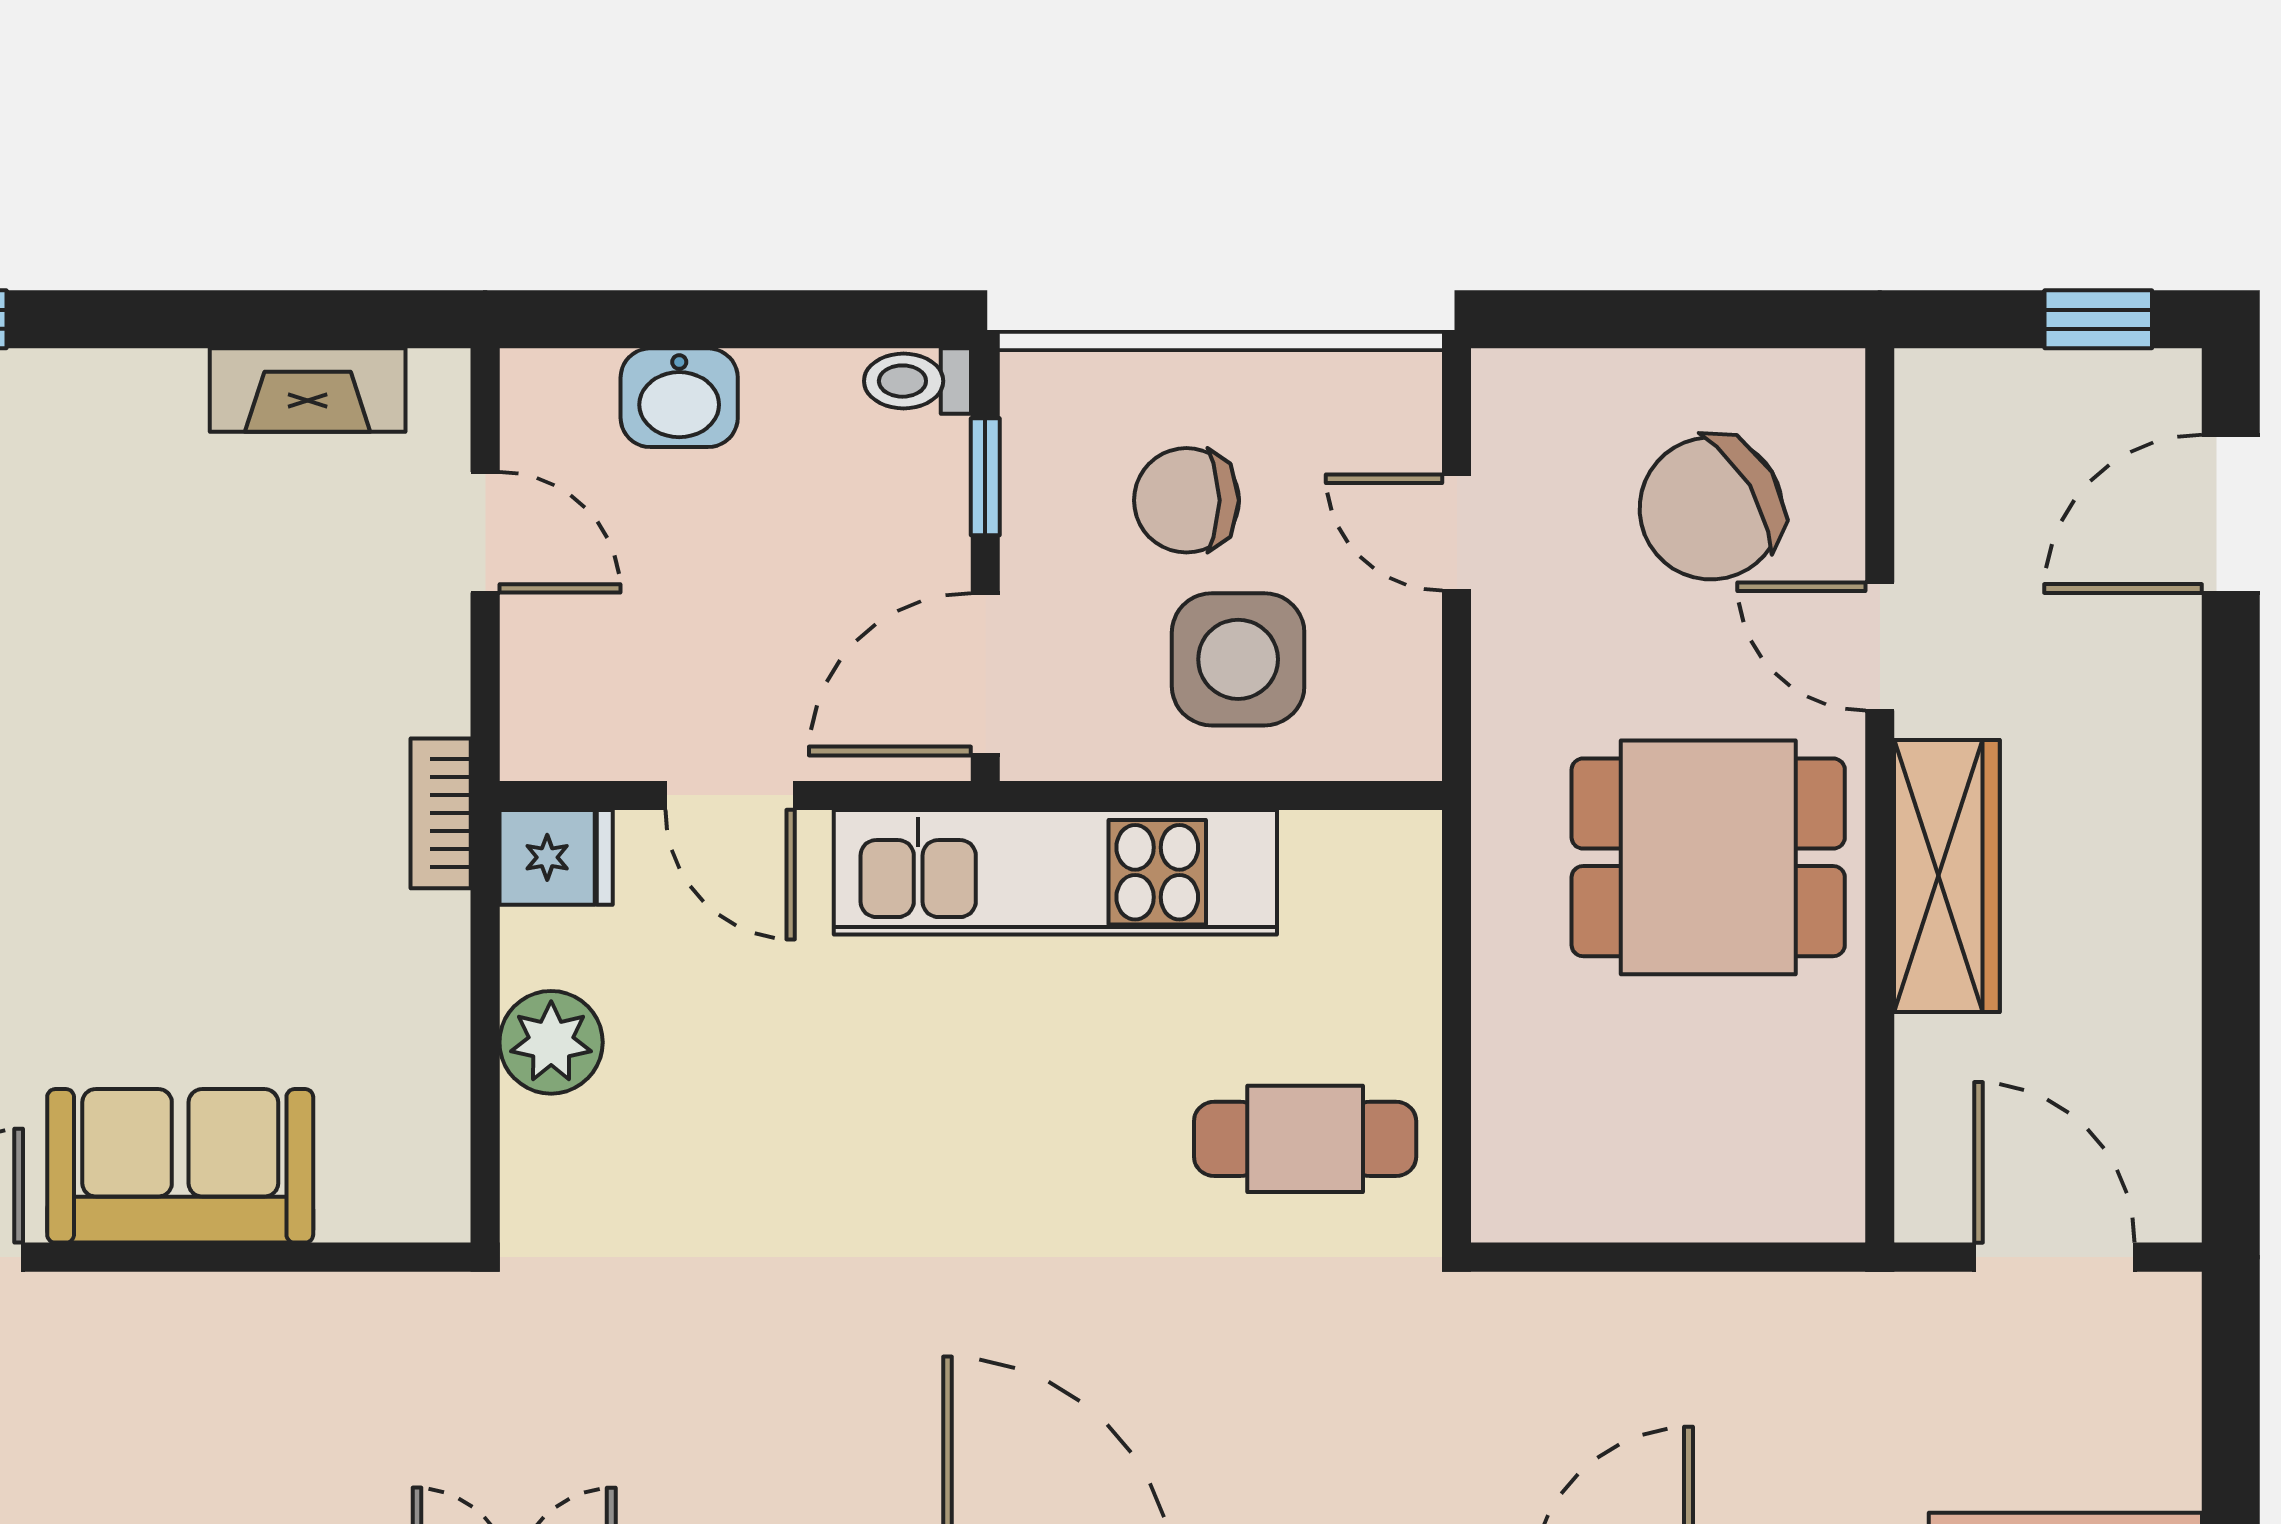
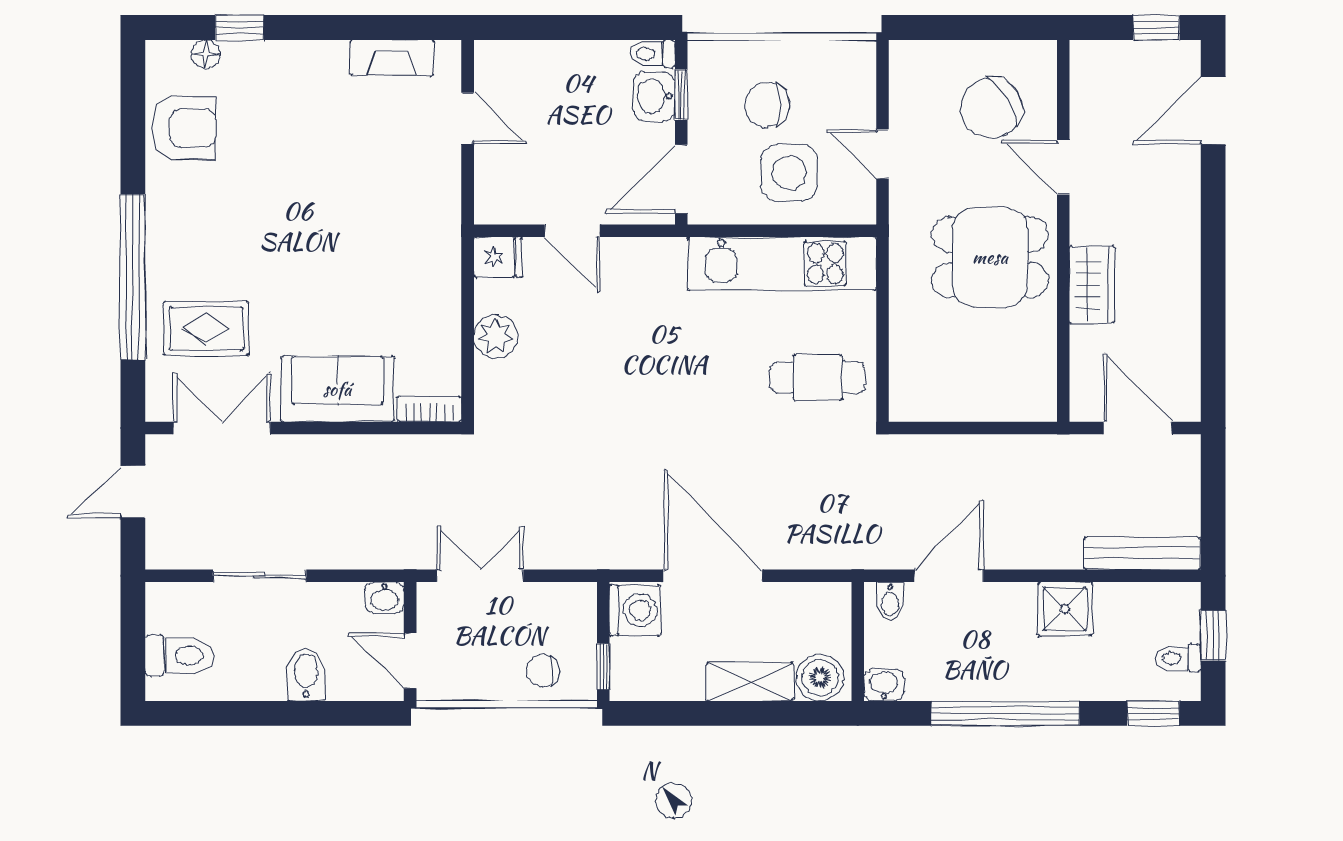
washbasin: (679, 398) -> (654, 96), moved, turned 90
door: (1457, 533) -> (882, 154), moved
bookcase: (441, 813) -> (429, 409), moved, turned 90
kitchen unit: (1055, 872) -> (782, 264), moved
wardrobe: (1947, 876) -> (1092, 285), width x0.67

